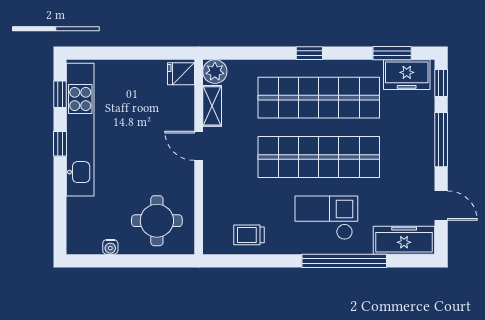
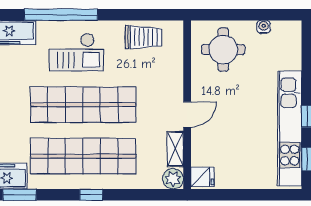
door: (199, 146) -> (187, 114), hinge flipped
trolley: (249, 235) -> (143, 37), width x1.36, depth x1.39

